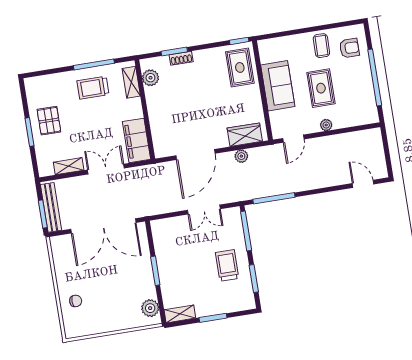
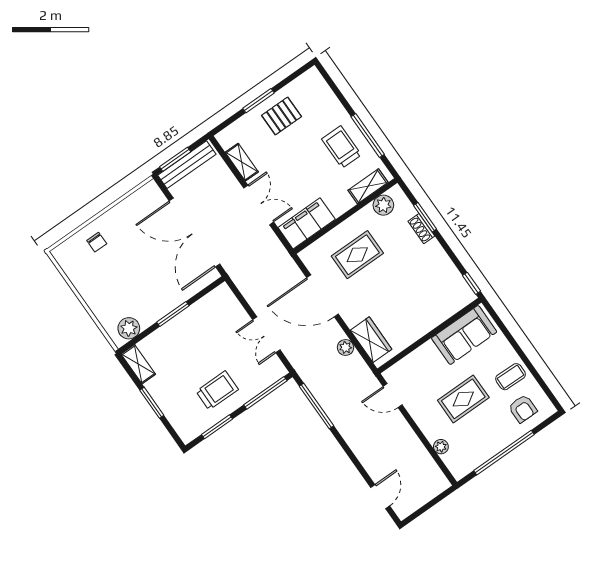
rug: (240, 67) -> (357, 255), moved
sofa: (278, 86) -> (464, 335), moved
plant: (326, 125) -> (441, 447), moved

